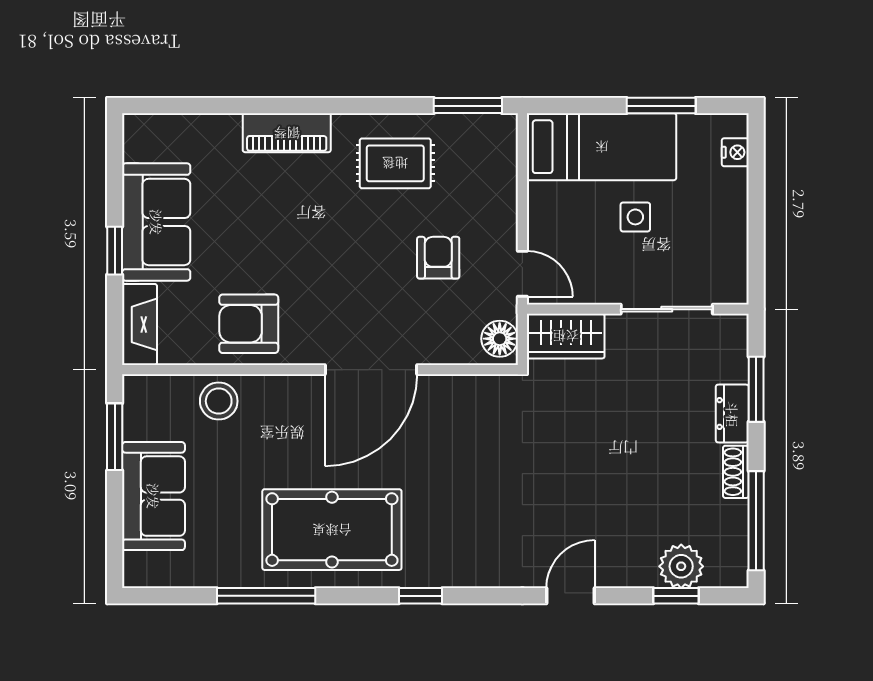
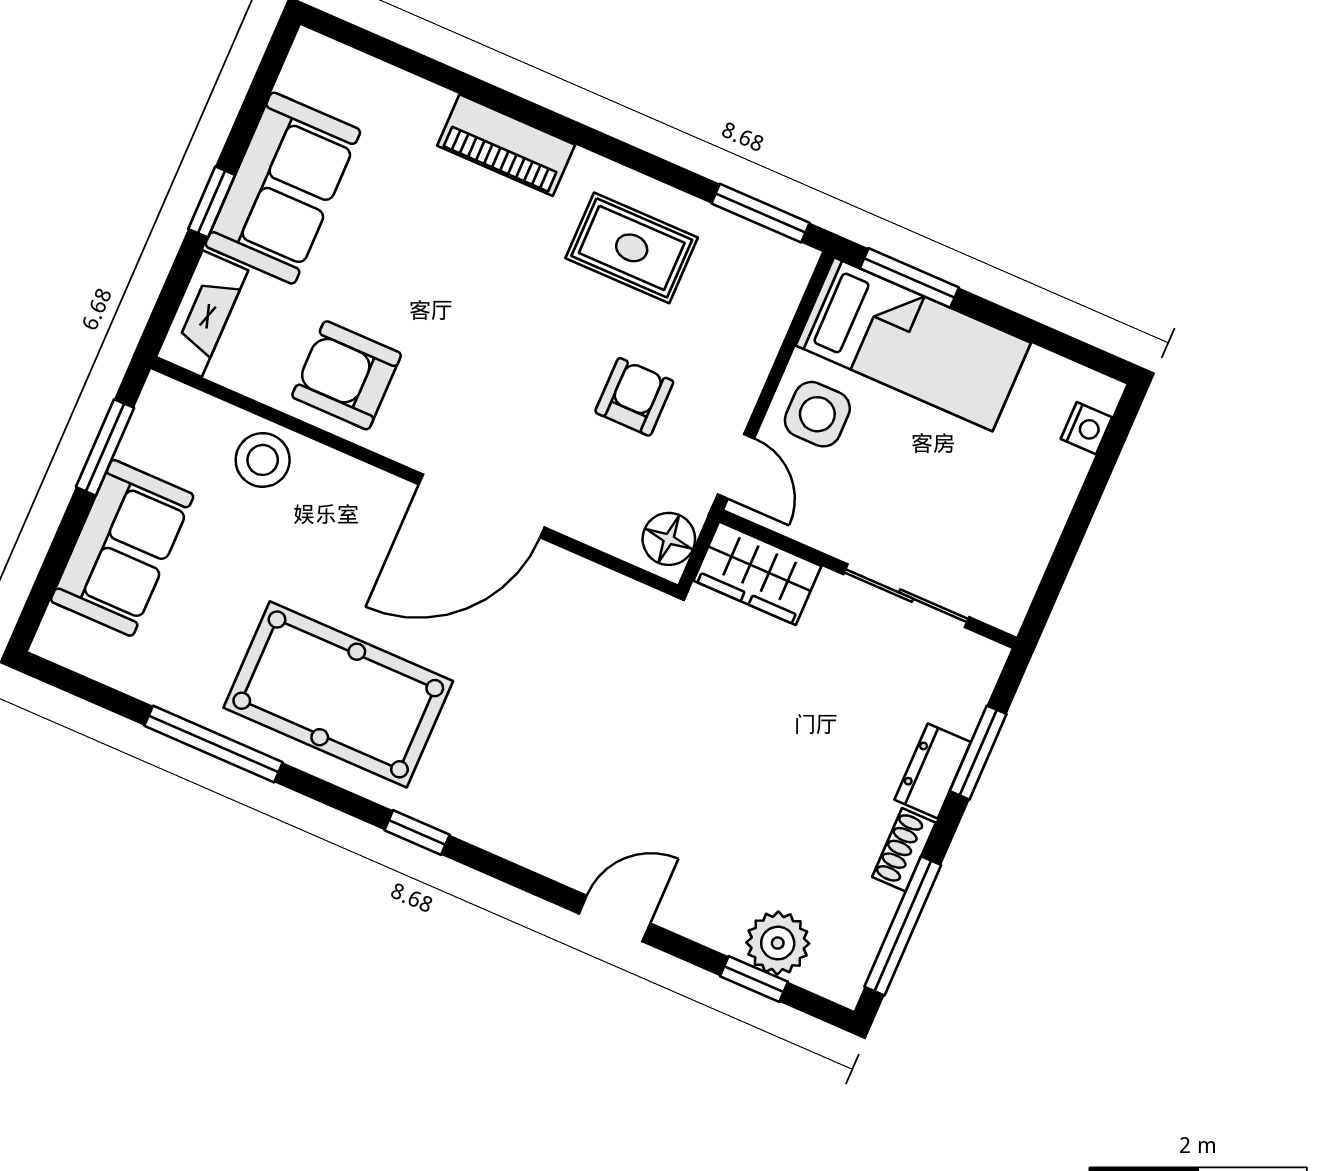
window: (661, 106) -> (909, 278), moved
side table: (635, 217) -> (817, 414), moved, width x1.37, depth x1.37

